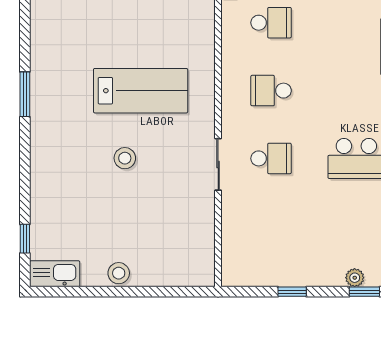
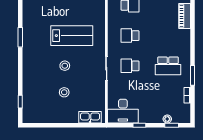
school desk: (271, 158) -> (130, 66), turned 180
desk: (255, 260) -> (123, 111), added
stool: (119, 273) -> (64, 92), moved
kitchen sink: (55, 274) -> (90, 117), moved

